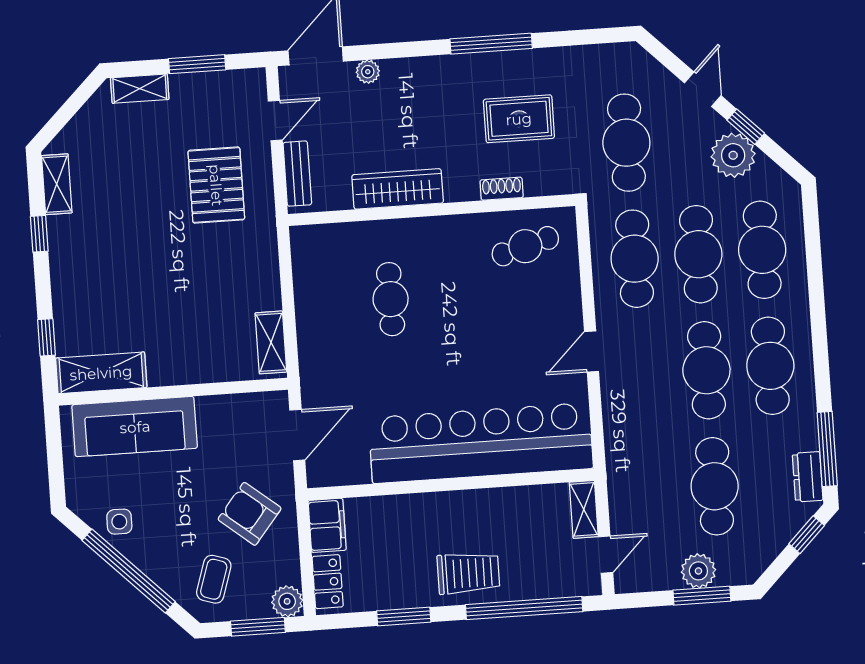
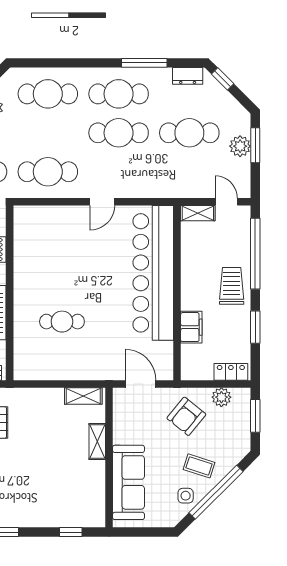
cafe table: (525, 246) -> (36, 238), removed
cafe table: (698, 254) -> (48, 133), removed
door: (592, 351) -> (102, 202), hinge flipped
shelving: (101, 373) -> (97, 441), moved, width x0.67, depth x0.75
window: (827, 449) -> (144, 63), moved
filing cabinet: (327, 525) -> (191, 327), moved, turned 90
coffee table: (214, 579) -> (199, 466), moved
plant: (287, 601) -> (221, 397), moved

